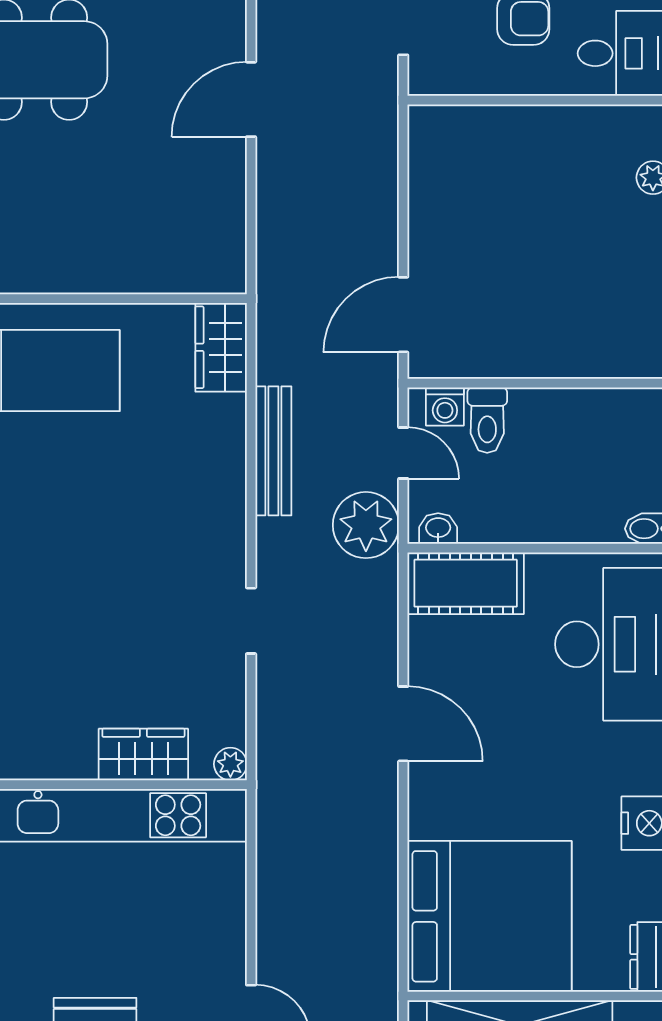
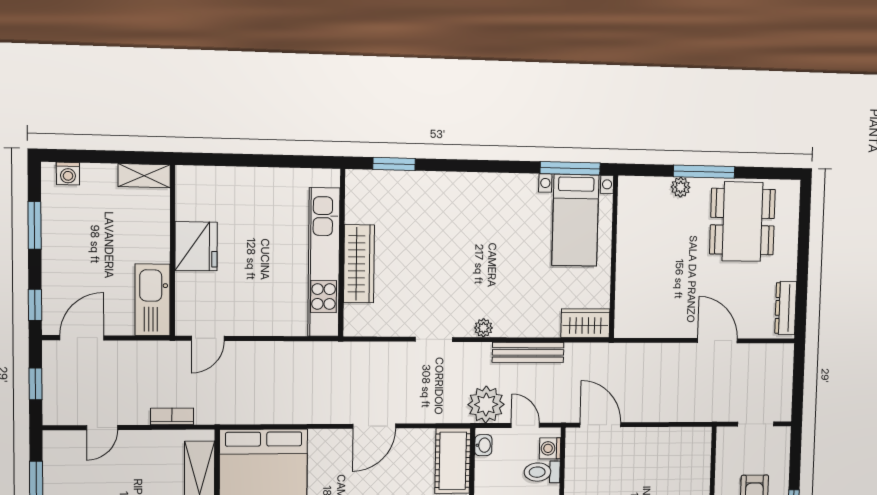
door: (403, 453) -> (525, 425), swing flipped
wardrobe: (143, 755) -> (359, 264), width x1.50
plant: (230, 764) -> (483, 328), moved

